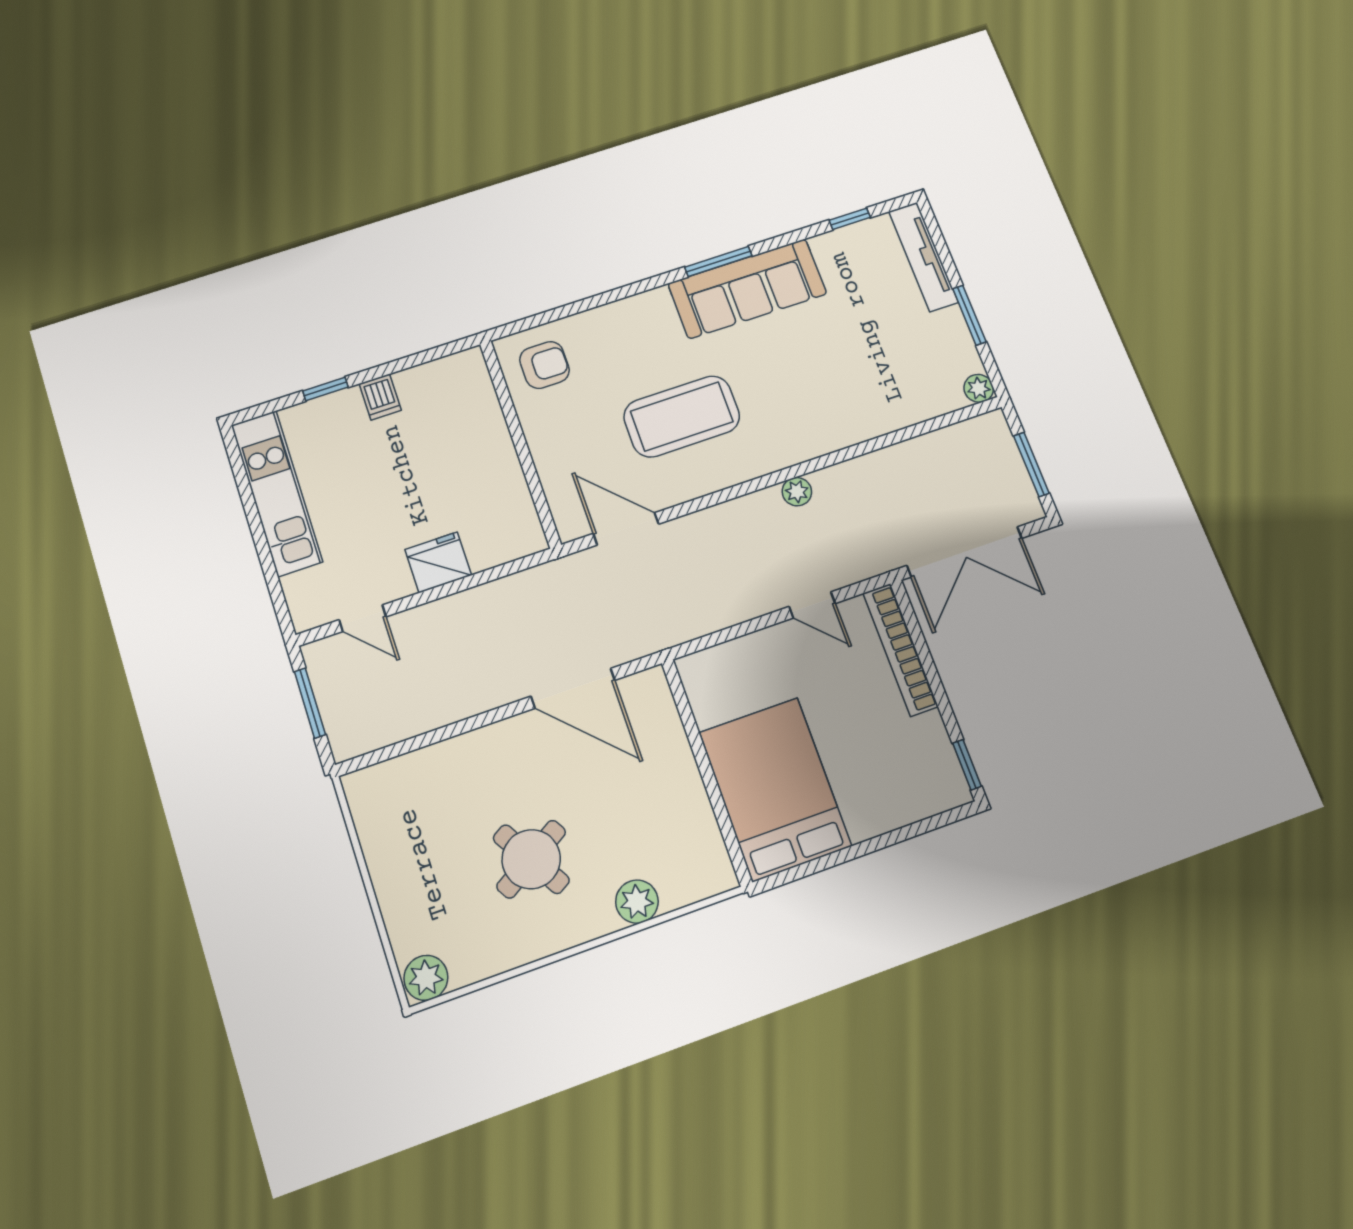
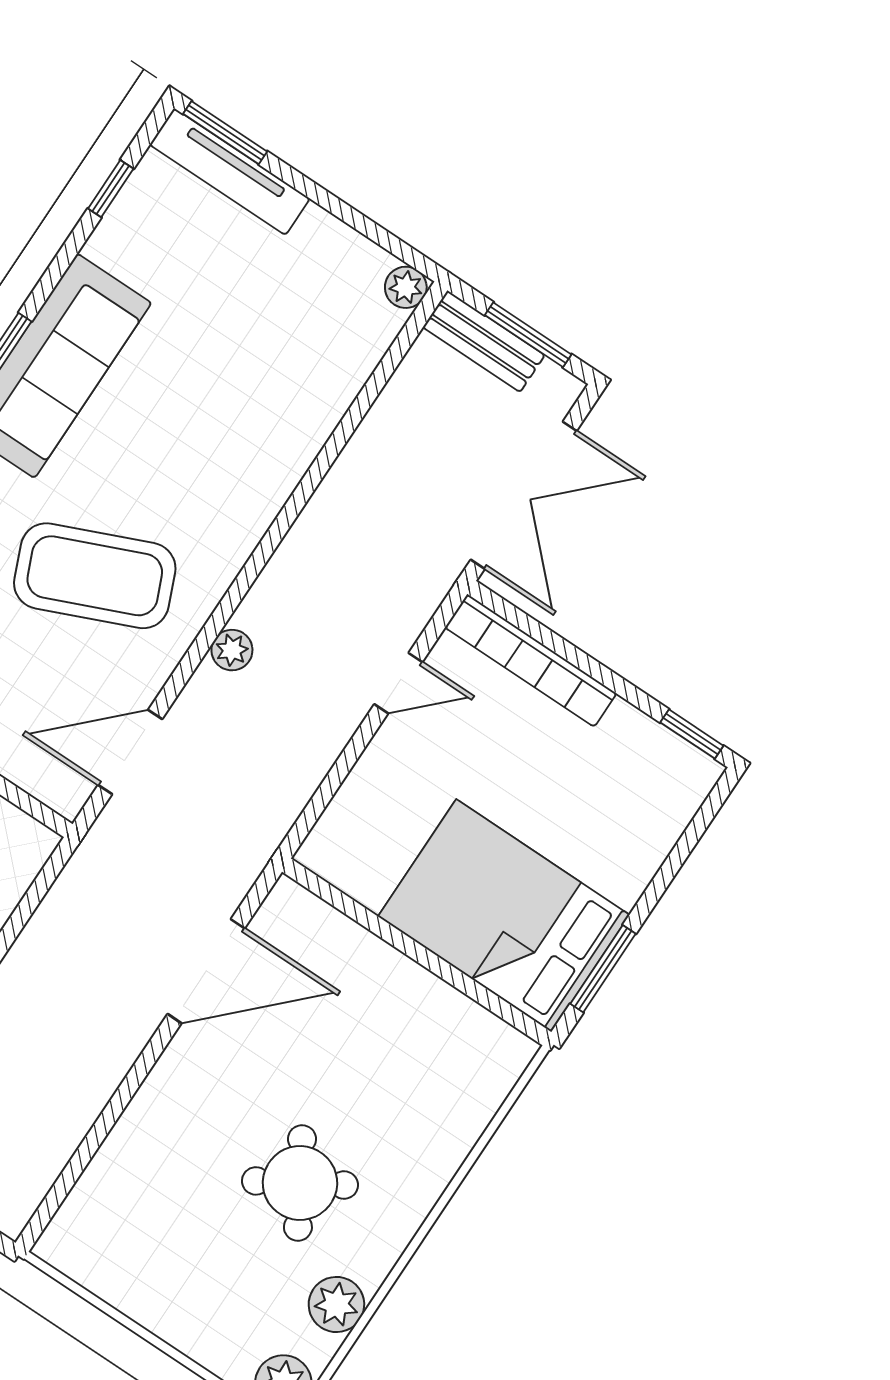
window: (969, 315) -> (225, 133), moved
coffee table: (682, 416) -> (95, 576), turned 67
bench: (1003, 450) -> (484, 341), added
plant: (797, 492) -> (232, 650), moved
window: (812, 867) -> (603, 969), added
plant: (637, 902) -> (336, 1304), moved

